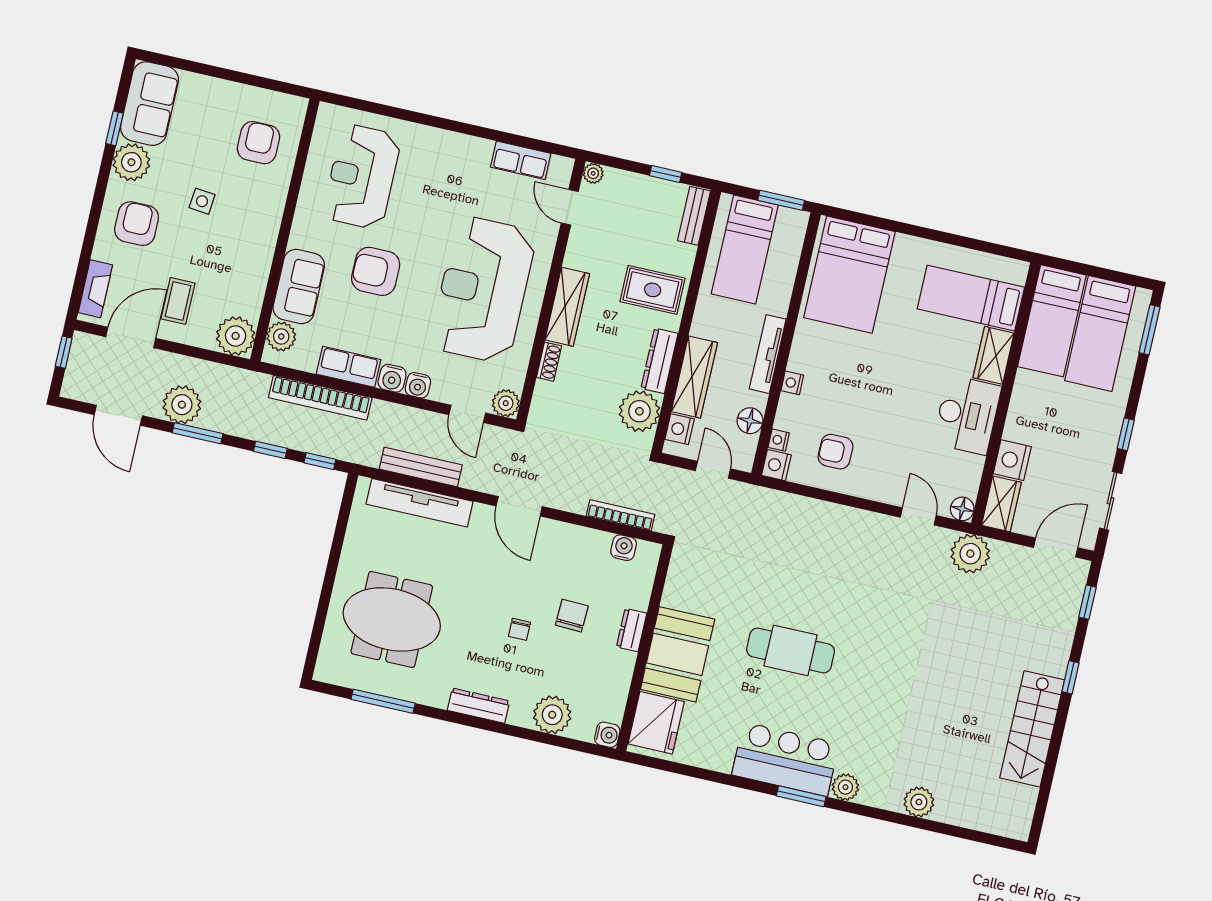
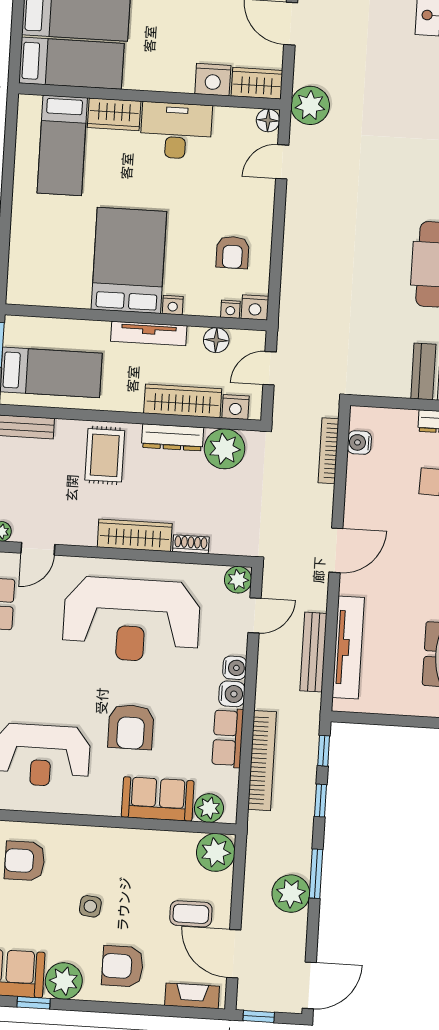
bed: (849, 275) -> (129, 260), moved, turned -90
door: (118, 415) -> (309, 985), moved

